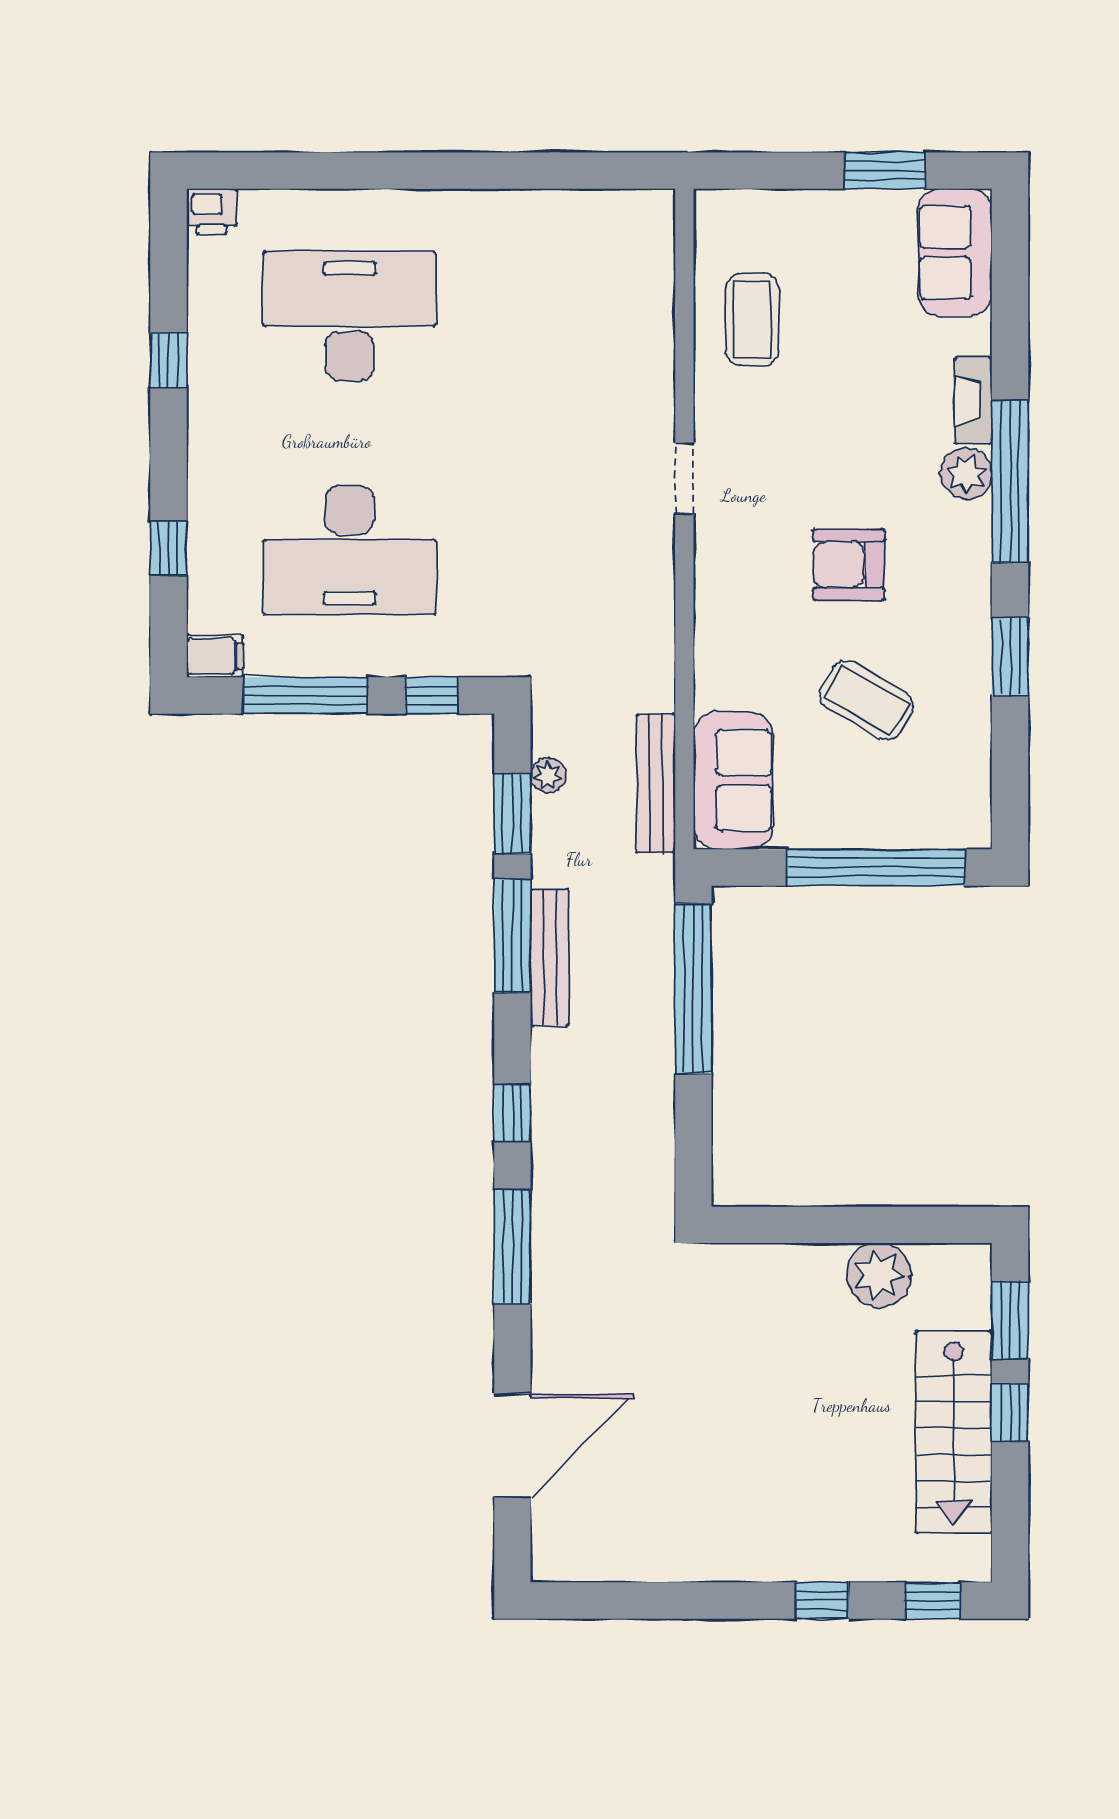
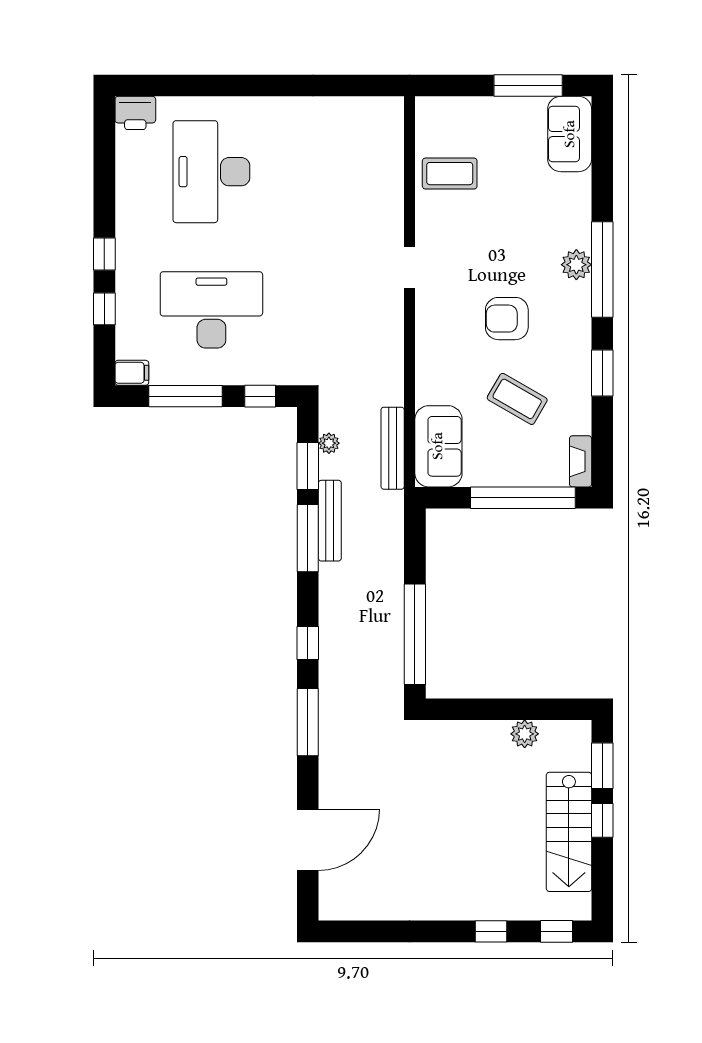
window: (885, 171) -> (528, 86), width x1.44
printer: (212, 212) -> (135, 113), width x1.36, depth x1.24
desk: (349, 316) -> (211, 172), turned -90
coffee table: (752, 319) -> (450, 174), turned 90
window: (168, 360) -> (104, 254), moved
fireplace: (973, 401) -> (581, 461), moved
desk: (349, 550) -> (211, 310), turned 180
bench: (550, 958) -> (330, 521), moved
window: (693, 989) -> (415, 634), moved
plant: (879, 1275) -> (525, 734), width x0.73, depth x0.73

